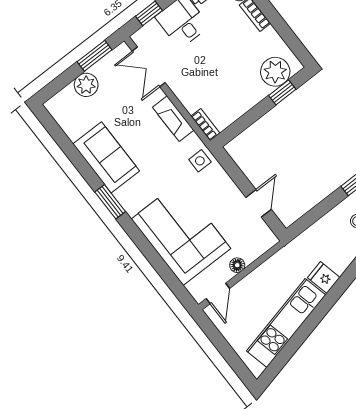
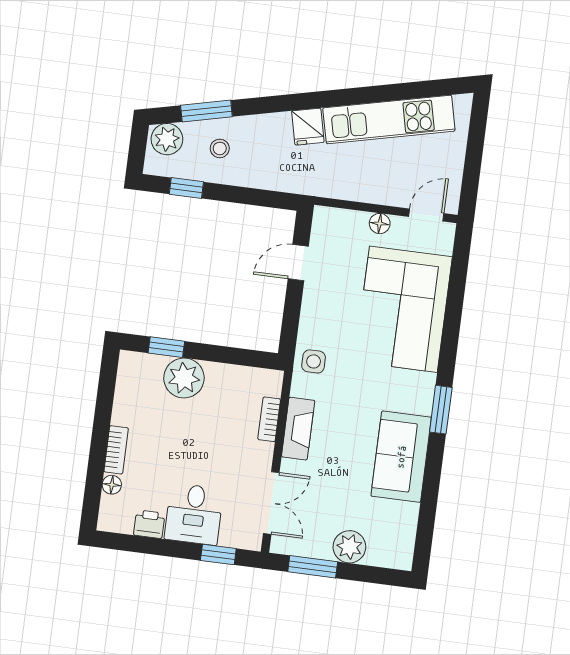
plant: (275, 72) -> (184, 378), moved
bookcase: (205, 125) -> (269, 419), moved

